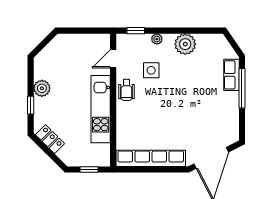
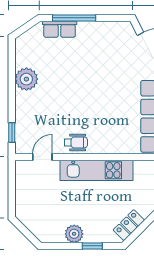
plant: (157, 39) -> (21, 110), removed
door: (113, 59) -> (42, 157), swing flipped
side table: (151, 70) -> (55, 116), removed

